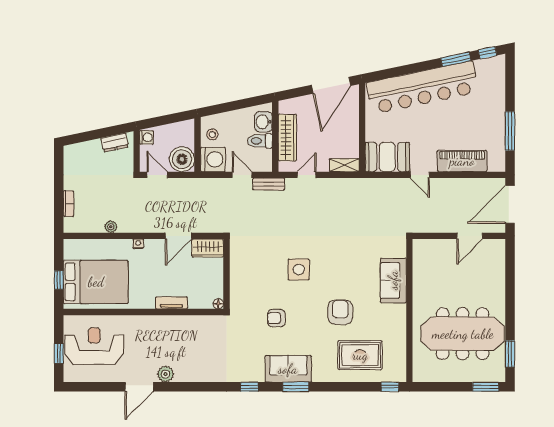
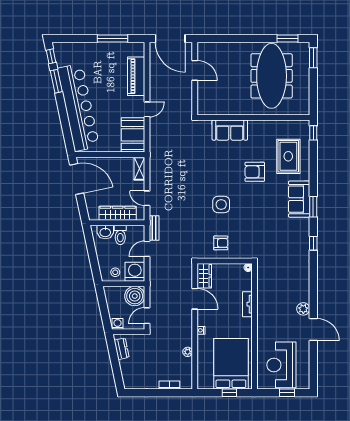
armchair: (276, 318) -> (221, 243), moved, turned -90
sofa: (288, 369) -> (299, 199), moved

